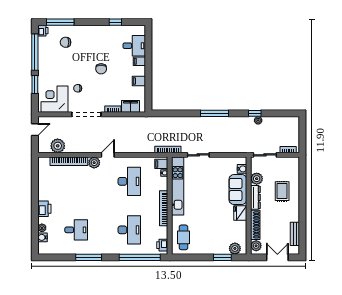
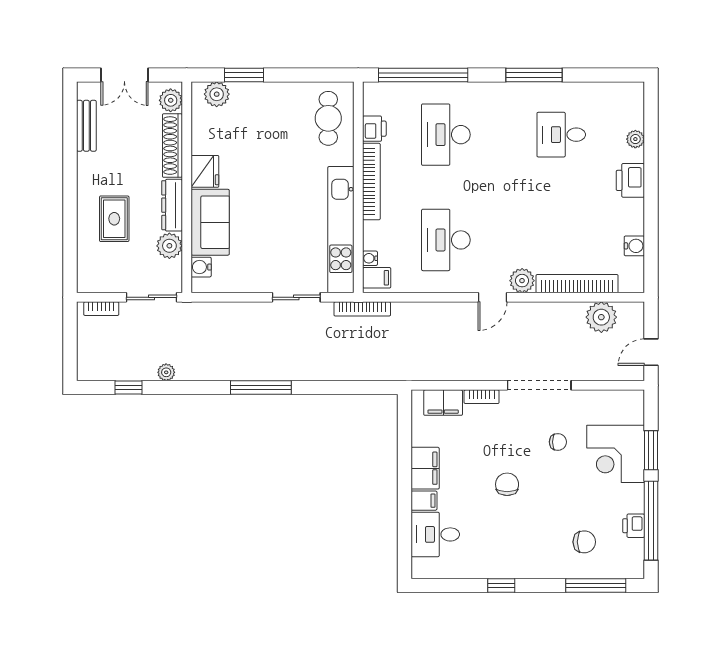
window: (115, 22) -> (501, 586), moved
printer: (43, 31) -> (634, 526), moved
filing cabinet: (139, 81) -> (425, 468), width x2.00
corner desk: (55, 99) -> (616, 454), moved, turned 90
window: (255, 113) -> (128, 388), moved
water cooler: (42, 237) -> (634, 246), moved
printer: (162, 245) -> (374, 129), moved

